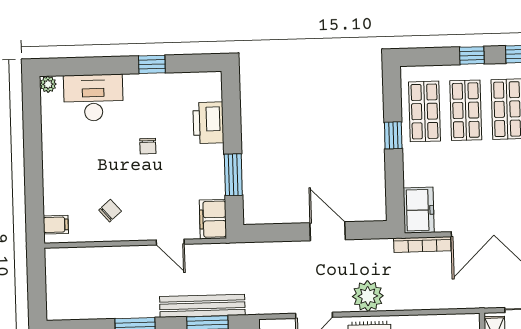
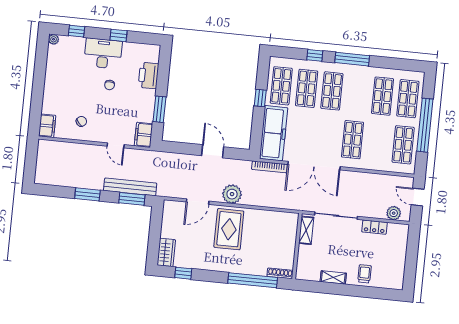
window: (83, 66) -> (77, 31), added
desk: (93, 98) -> (103, 53), moved
freezer: (419, 210) -> (274, 133), width x1.91, depth x1.26
filing cabinet: (56, 225) -> (47, 126), width x2.00

